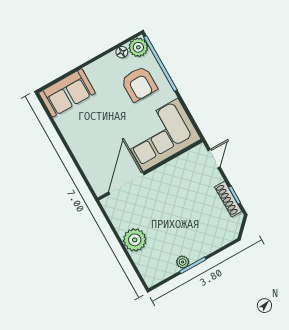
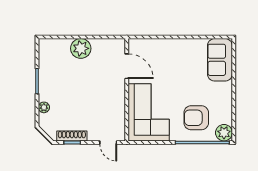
floor lamp: (122, 52) -> (227, 118), removed
door: (126, 183) -> (127, 66), width x0.73
plant: (183, 262) -> (44, 107), moved

